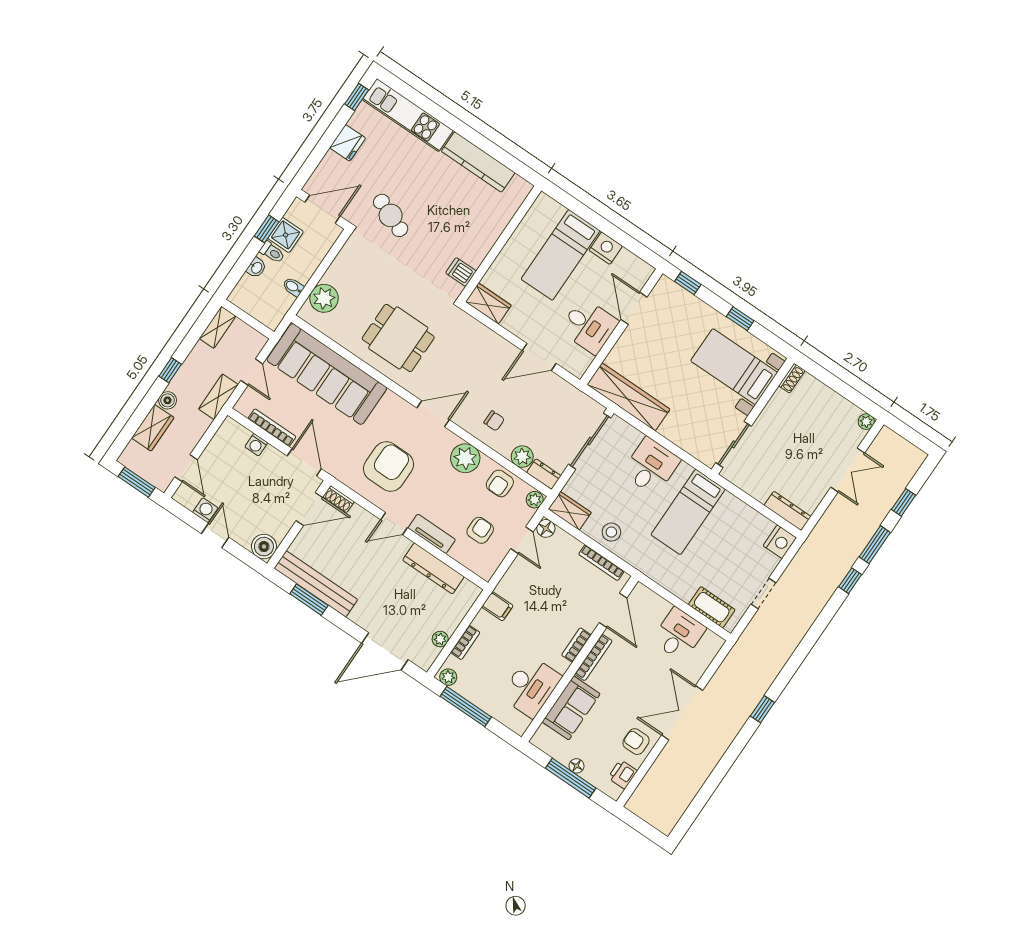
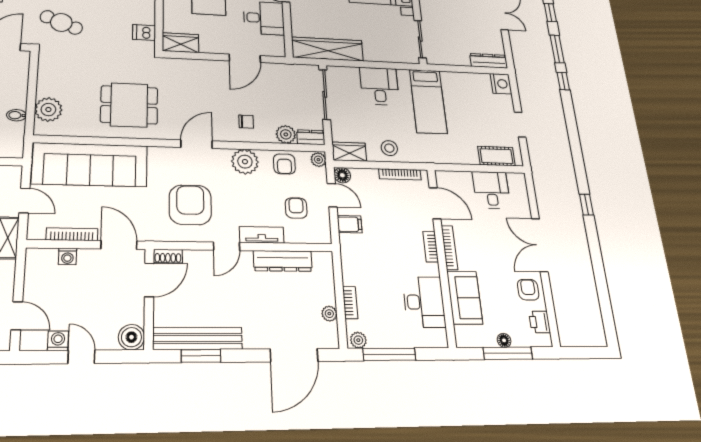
filing cabinet: (497, 606) -> (350, 224), moved
armchair: (636, 742) -> (528, 290), turned 90

